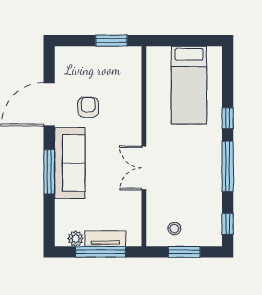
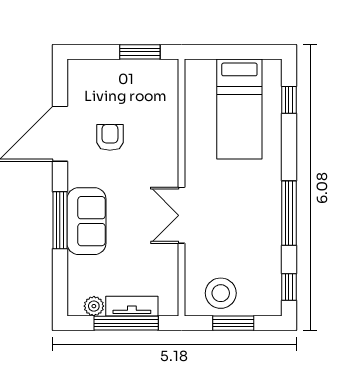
window: (228, 118) -> (289, 100), moved
sofa: (70, 163) -> (86, 221), width x0.73
stool: (174, 229) -> (221, 293), width x1.89, depth x1.89

